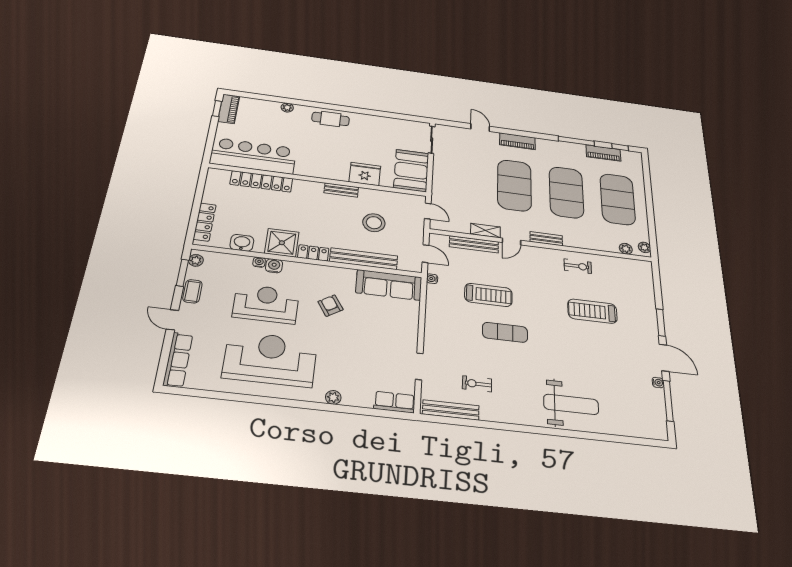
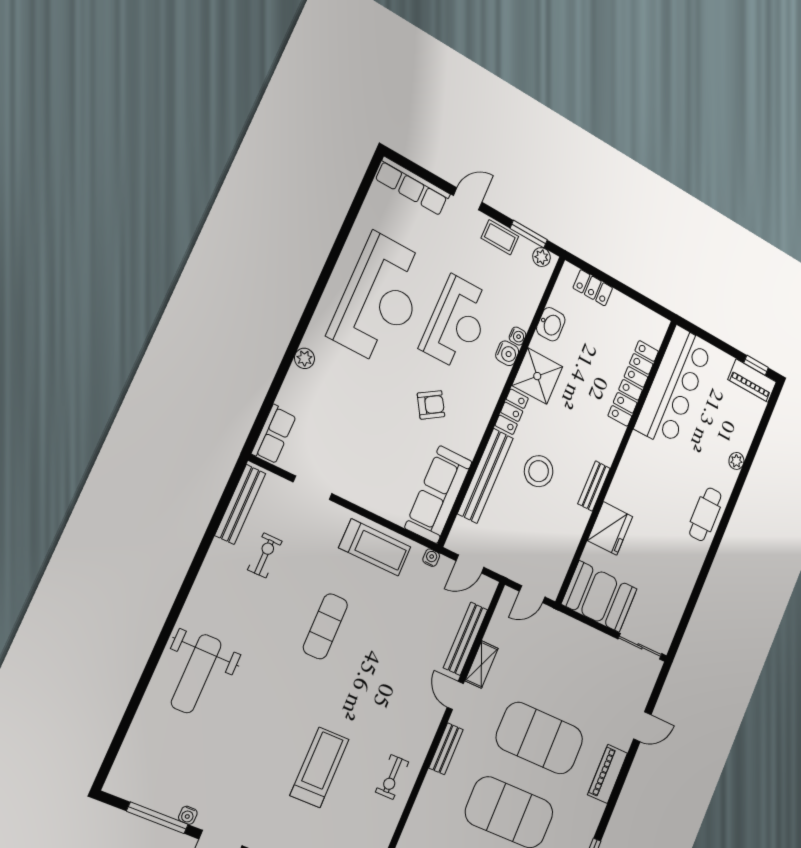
locker: (205, 222) -> (593, 288), width x0.66
stool: (374, 223) -> (539, 471), moved
treadmill: (488, 295) -> (375, 547), moved, turned -90

